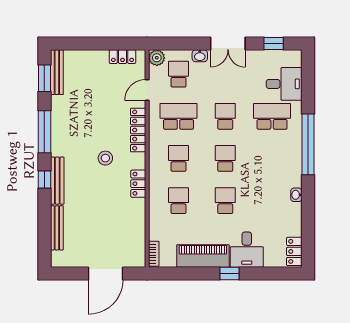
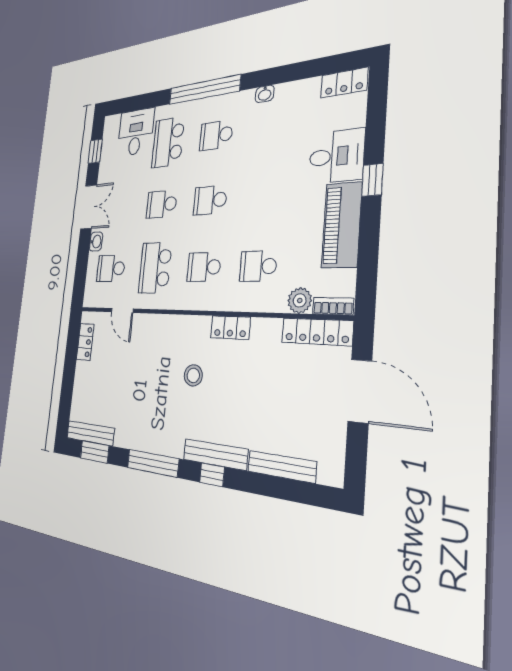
plant: (157, 58) -> (300, 300), moved
locker: (138, 130) -> (317, 332), moved
school desk: (225, 201) -> (216, 135), moved

